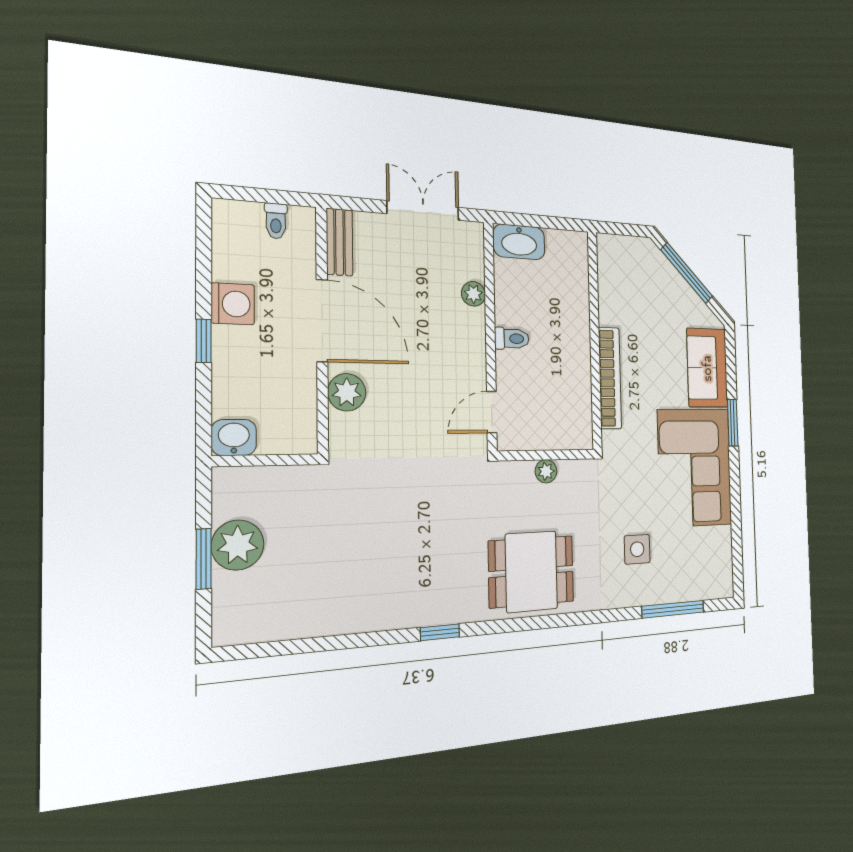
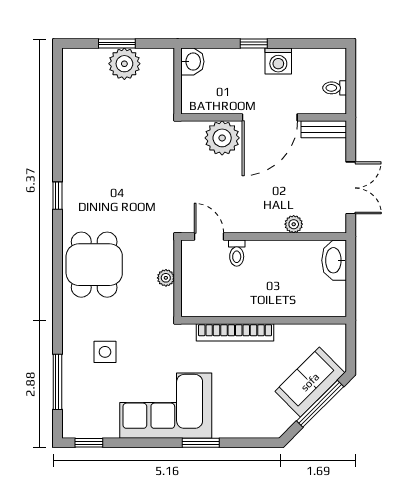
toilet: (512, 339) -> (237, 253), moved
sofa: (707, 368) -> (310, 382), moved, turned -45
plant: (347, 392) -> (222, 138), width x1.36, depth x1.36
window: (737, 563) -> (89, 443), added

